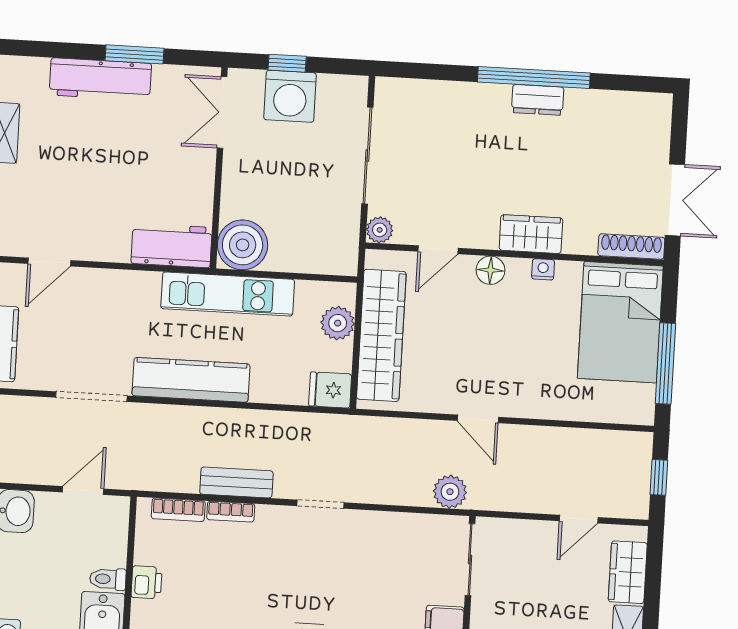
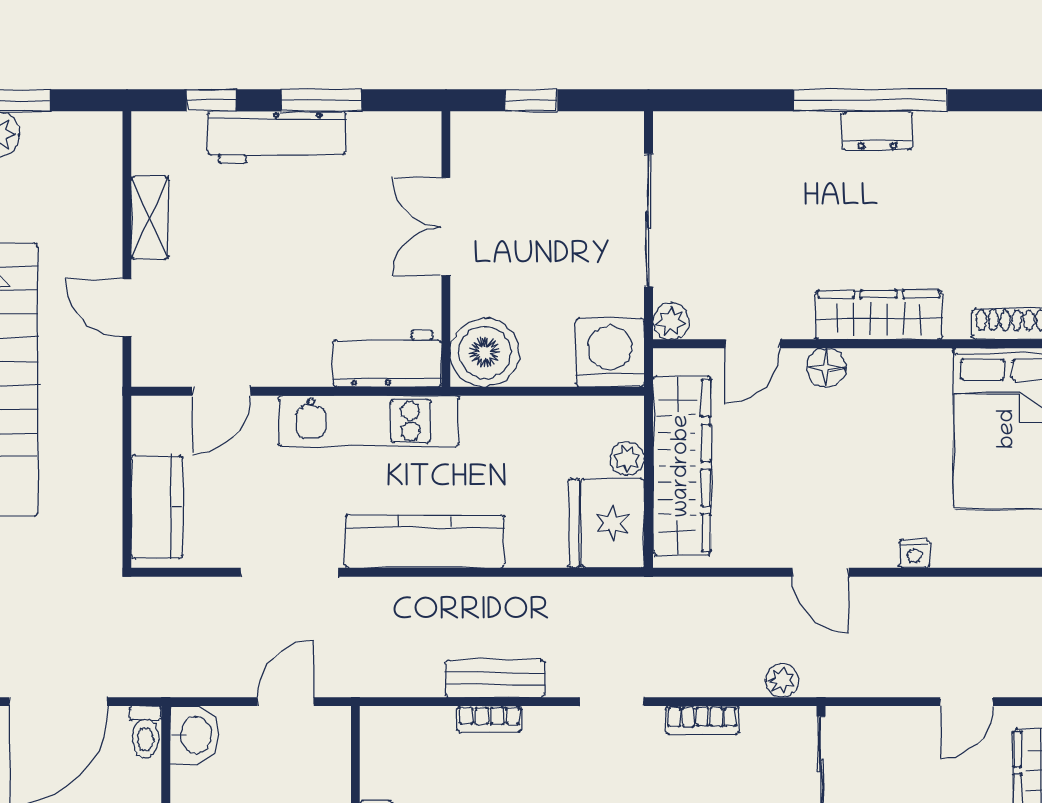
window: (54, 50) -> (211, 100), added
washing machine: (290, 96) -> (610, 353), moved, turned 180
double door: (222, 112) -> (446, 227), moved
wardrobe: (531, 234) -> (879, 315), width x1.50
nightstand: (543, 269) -> (914, 554), moved, turned 180
kitchen unit: (228, 294) -> (369, 421), moved
plant: (338, 323) -> (627, 458), width x0.73, depth x0.73
fridge: (330, 390) -> (606, 523), width x1.88, depth x1.34
plant: (450, 492) -> (782, 681), width x0.73, depth x0.73
bookcase: (178, 510) -> (702, 720), moved

